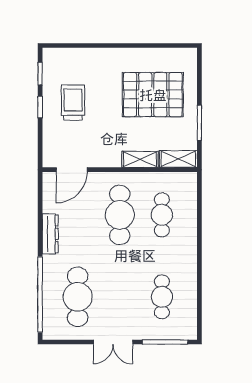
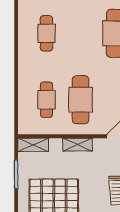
shelving: (140, 159) -> (78, 145), moved

